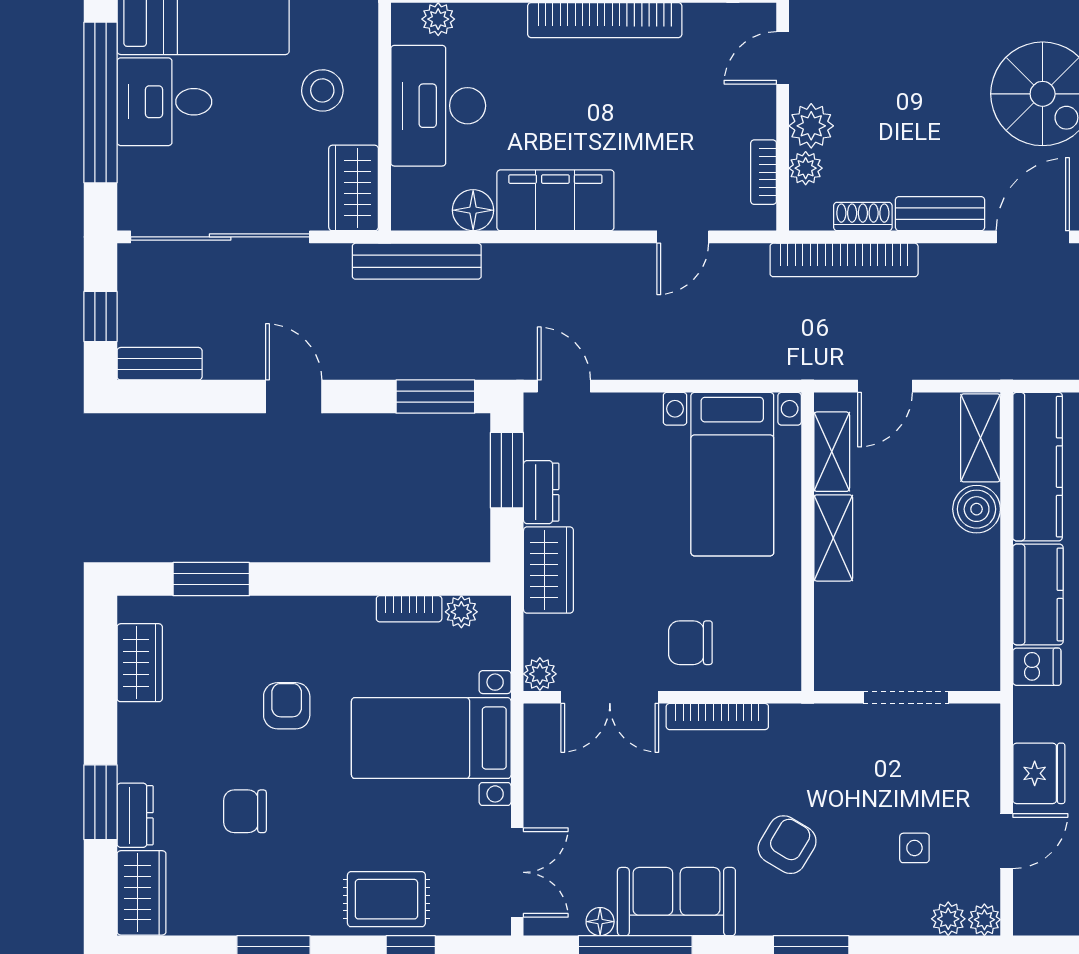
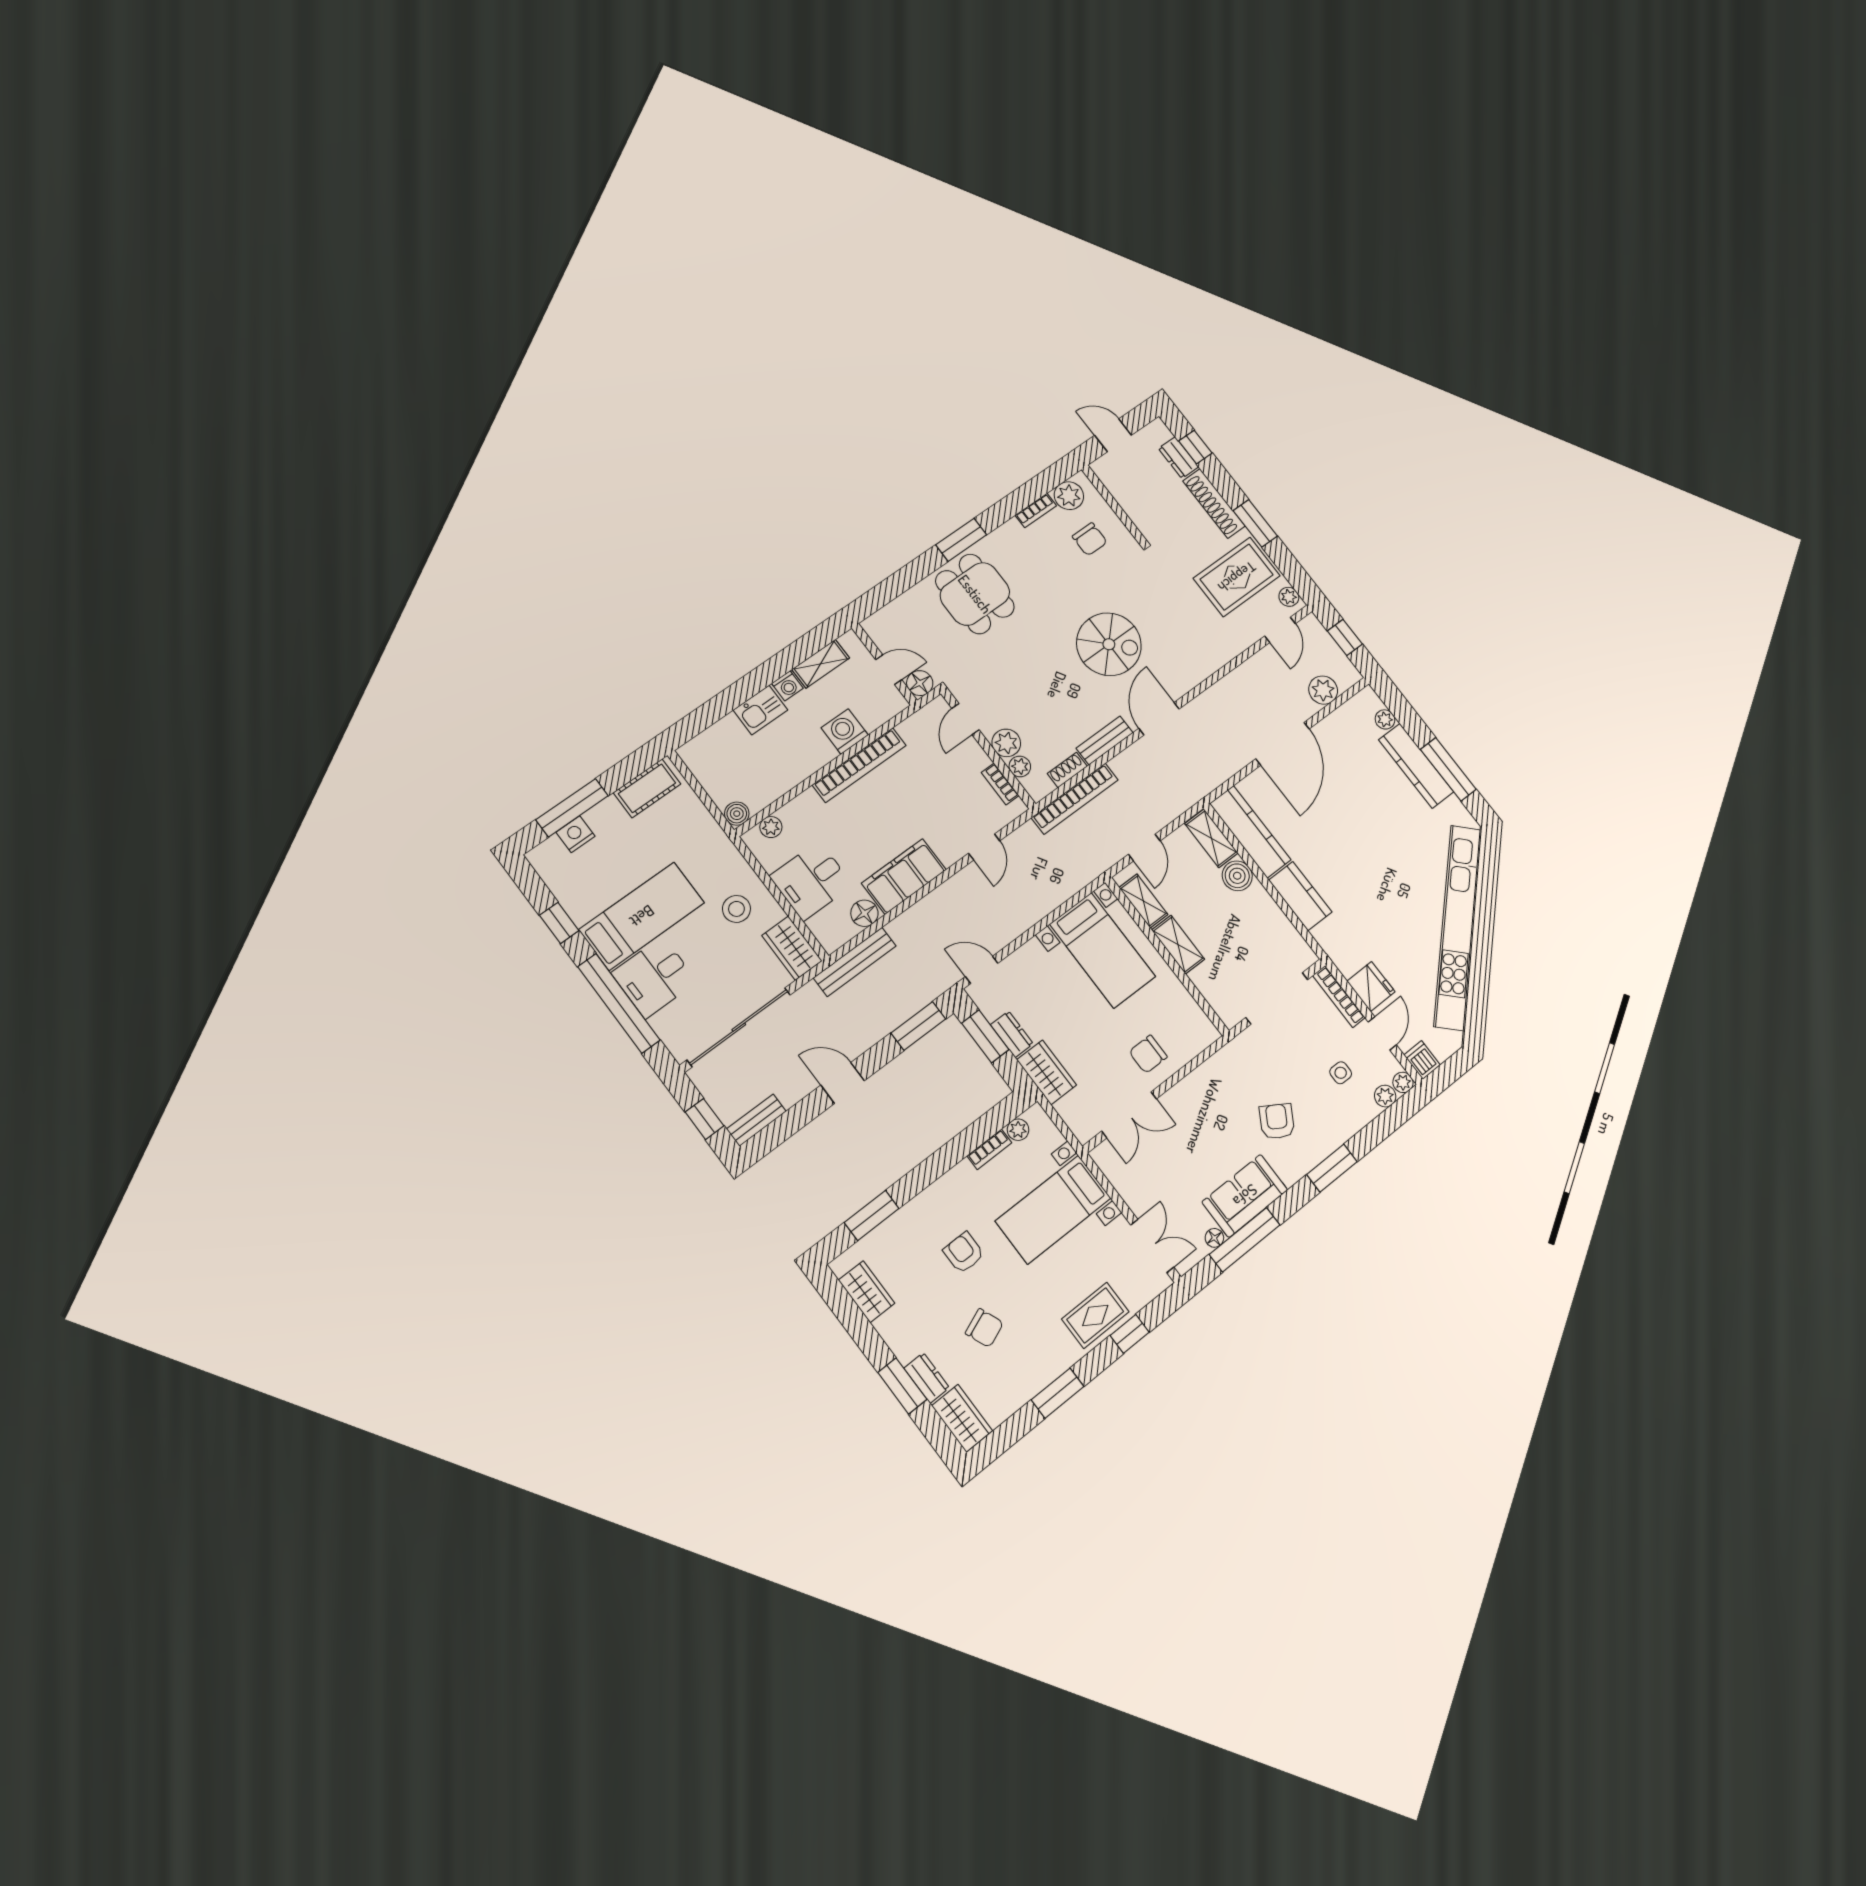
desk: (438, 106) -> (811, 881), width x0.73
dishwasher: (1037, 667) -> (1422, 1060), moved, turned -90
plant: (540, 674) -> (1084, 1131), removed
doorway: (906, 697) -> (1277, 998), width x1.36
bookcase: (717, 717) -> (1339, 997), moved, turned 90
chair: (245, 811) -> (984, 1328), turned -112

